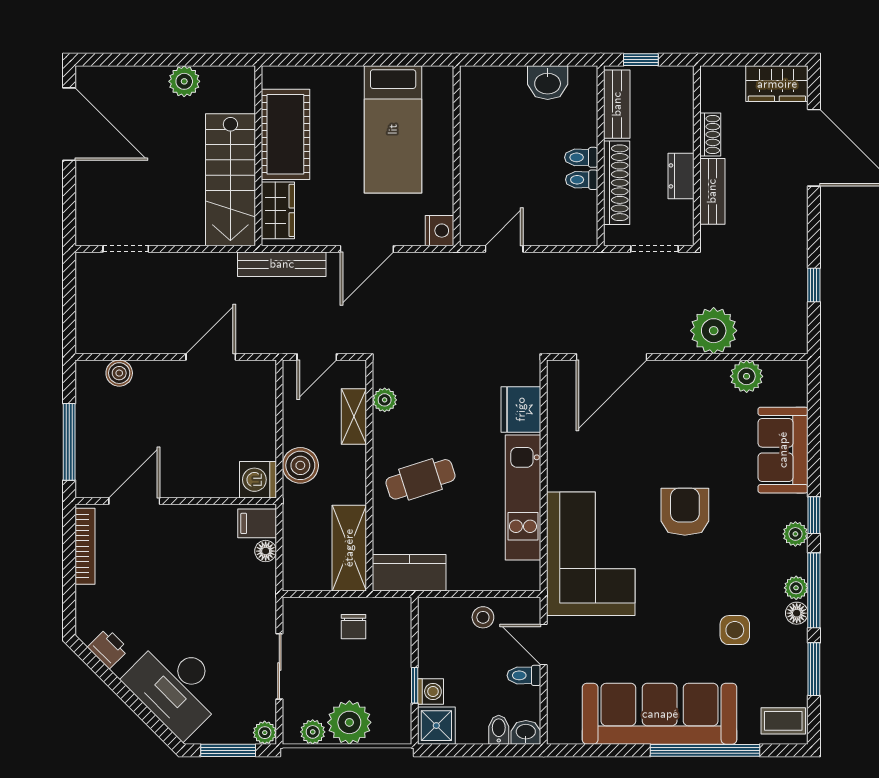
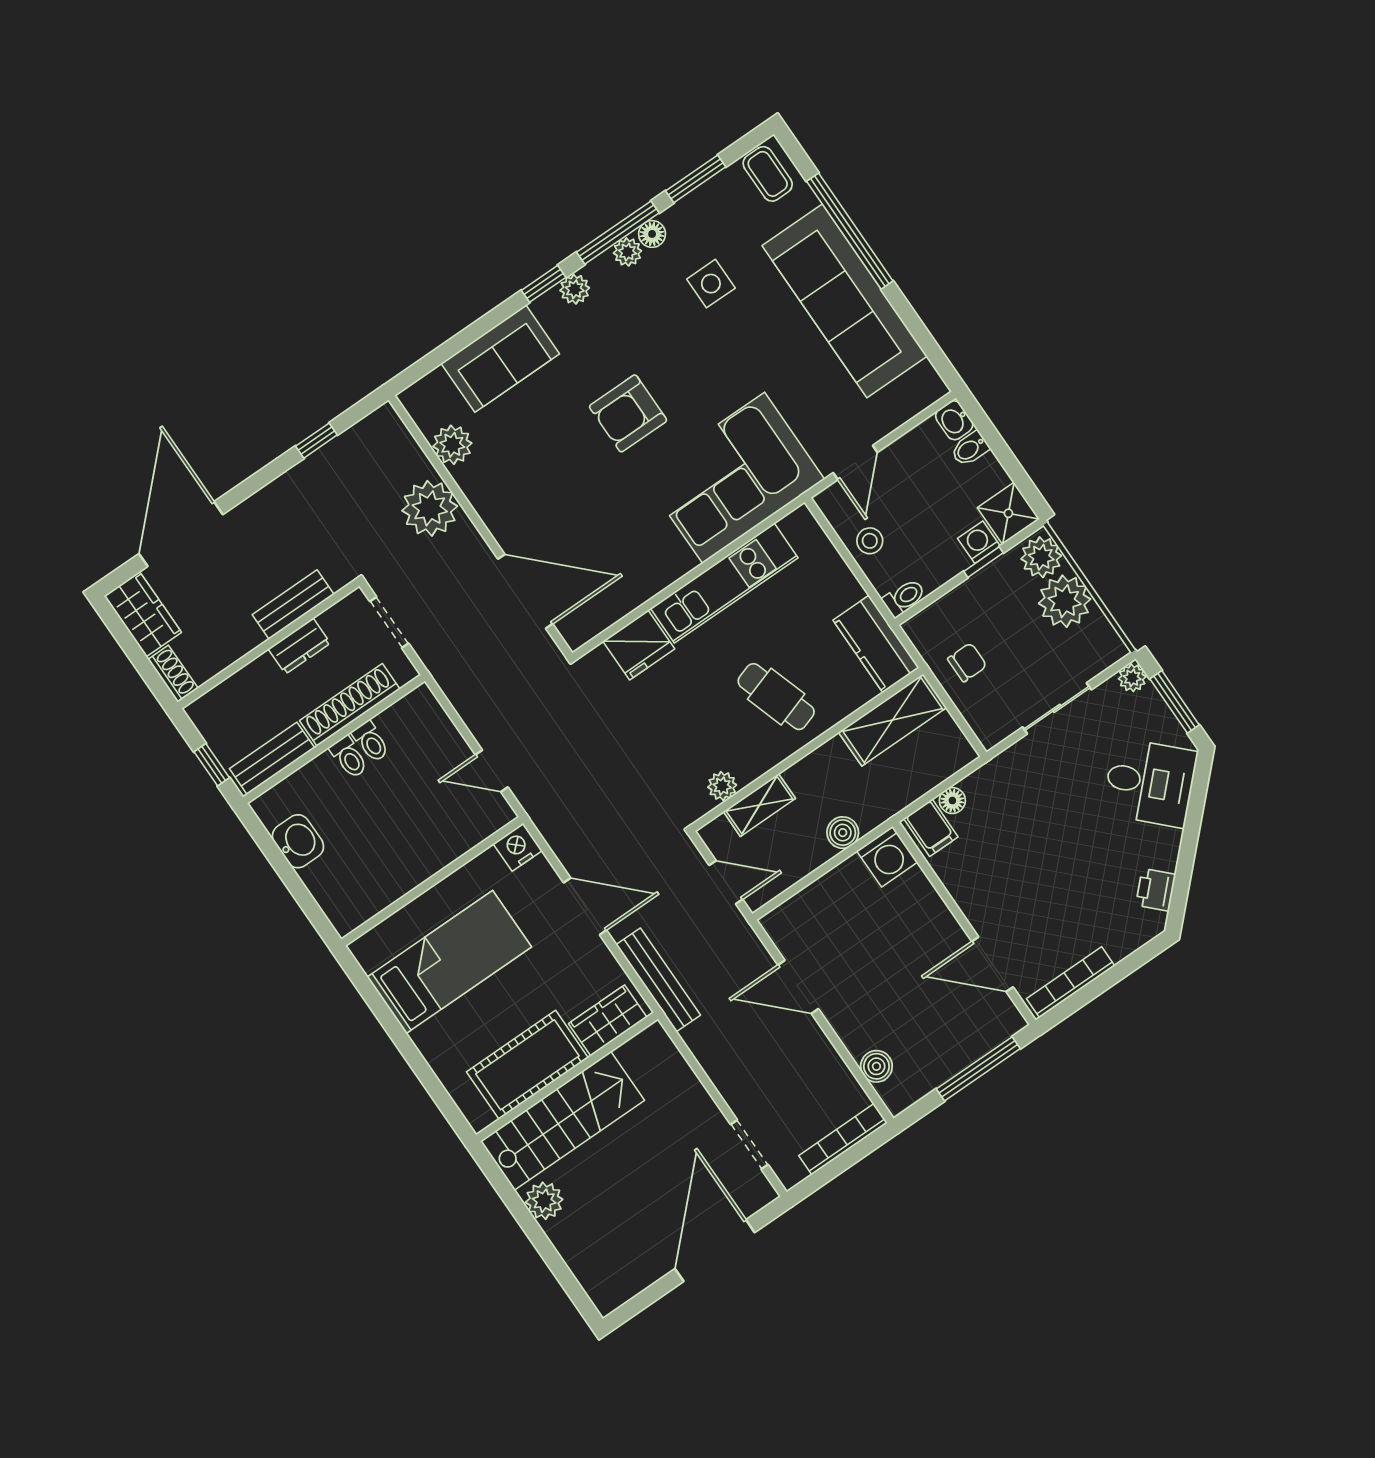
door: (69, 124) -> (715, 1251), moved
shoe rack: (710, 135) -> (173, 673), moved, turned 90
stairs: (230, 180) -> (562, 1121), moved
bookcase: (85, 316) -> (843, 1139), added
boiler: (300, 465) -> (843, 833), width x0.73, depth x0.73
toilet: (524, 675) -> (904, 598), moved, turned -90
desk: (176, 686) -> (1150, 783), width x0.73
plant: (313, 732) -> (1041, 557), moved, width x1.38, depth x1.38

